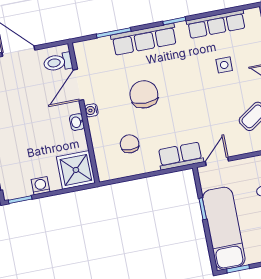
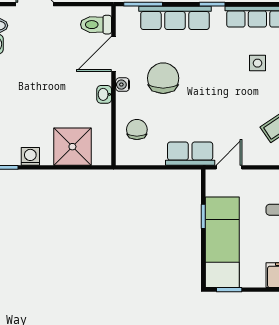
toilet: (58, 62) -> (96, 25), moved
door: (78, 85) -> (114, 54), moved
water cooler: (91, 110) -> (122, 85), moved
wall: (84, 113) -> (114, 86), moved
washbasin: (77, 122) -> (104, 94), moved

